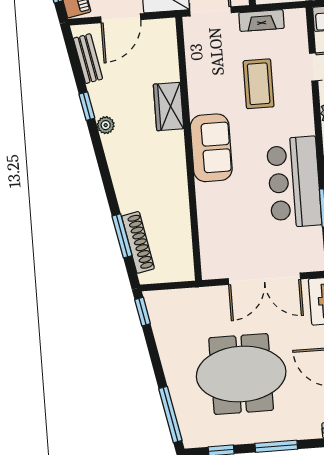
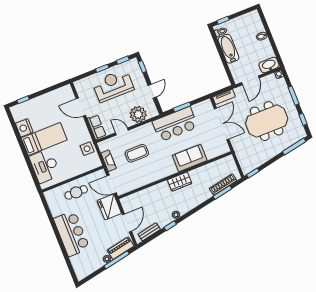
door: (121, 18) -> (127, 223), hinge flipped
wardrobe: (168, 106) -> (180, 182), moved
sofa: (211, 148) -> (190, 158), moved
meeting table: (241, 374) -> (267, 121), turned 90

